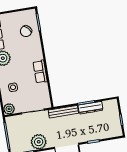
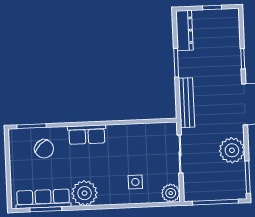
row of seats: (40, 72) -> (87, 135), moved
dresser: (91, 108) -> (184, 30), moved

